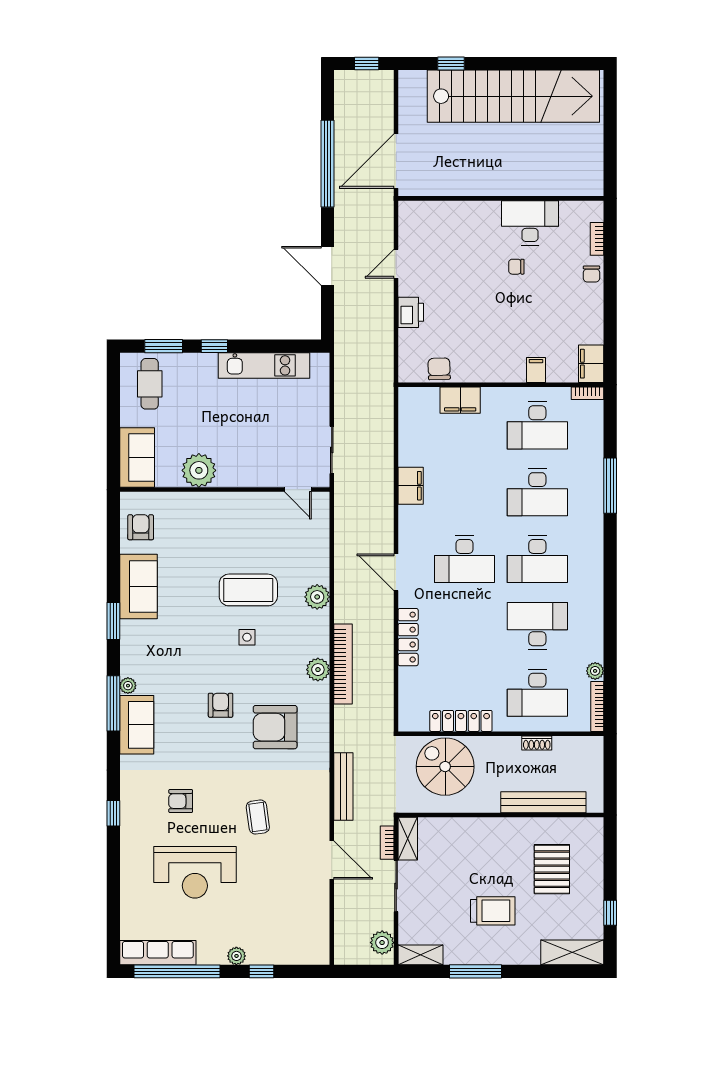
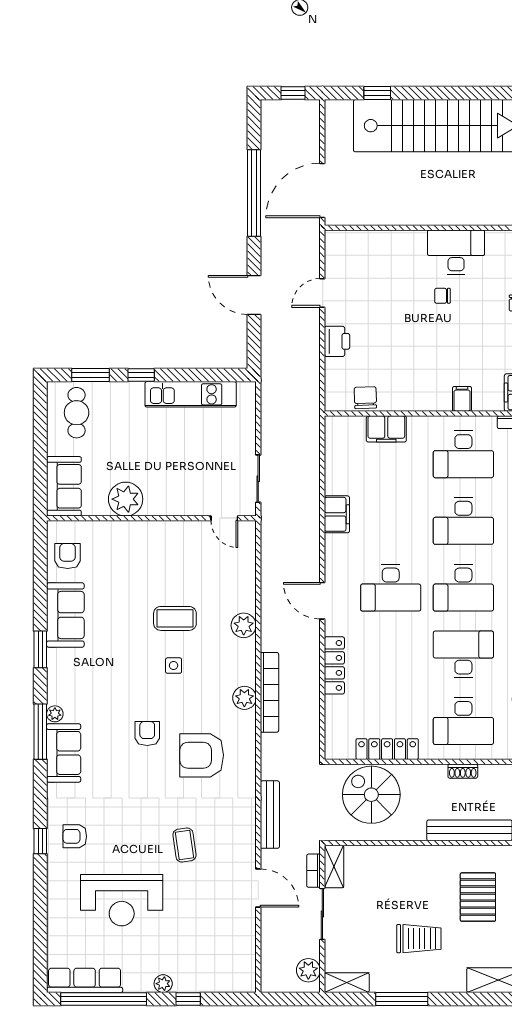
coffee table: (248, 590) -> (175, 618), width x0.73, depth x0.76
armchair: (181, 801) -> (75, 836), moved

